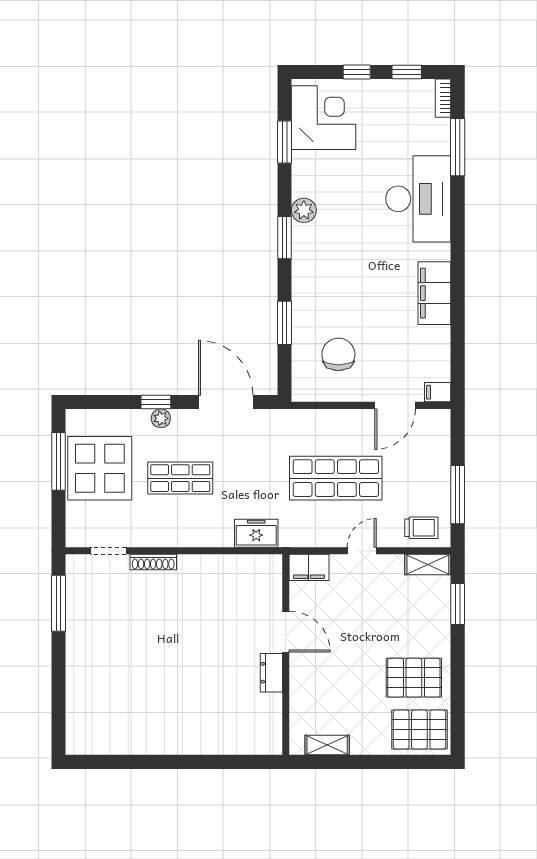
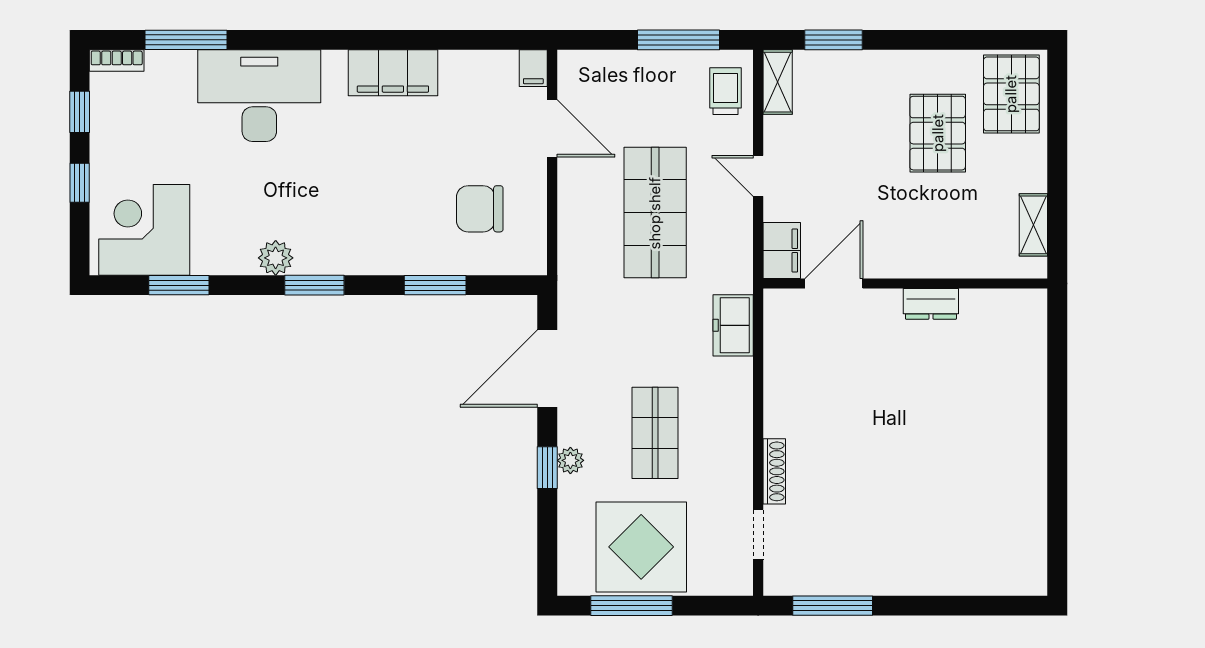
door: (286, 632) -> (834, 283), moved
pallet: (414, 678) -> (938, 133), moved

